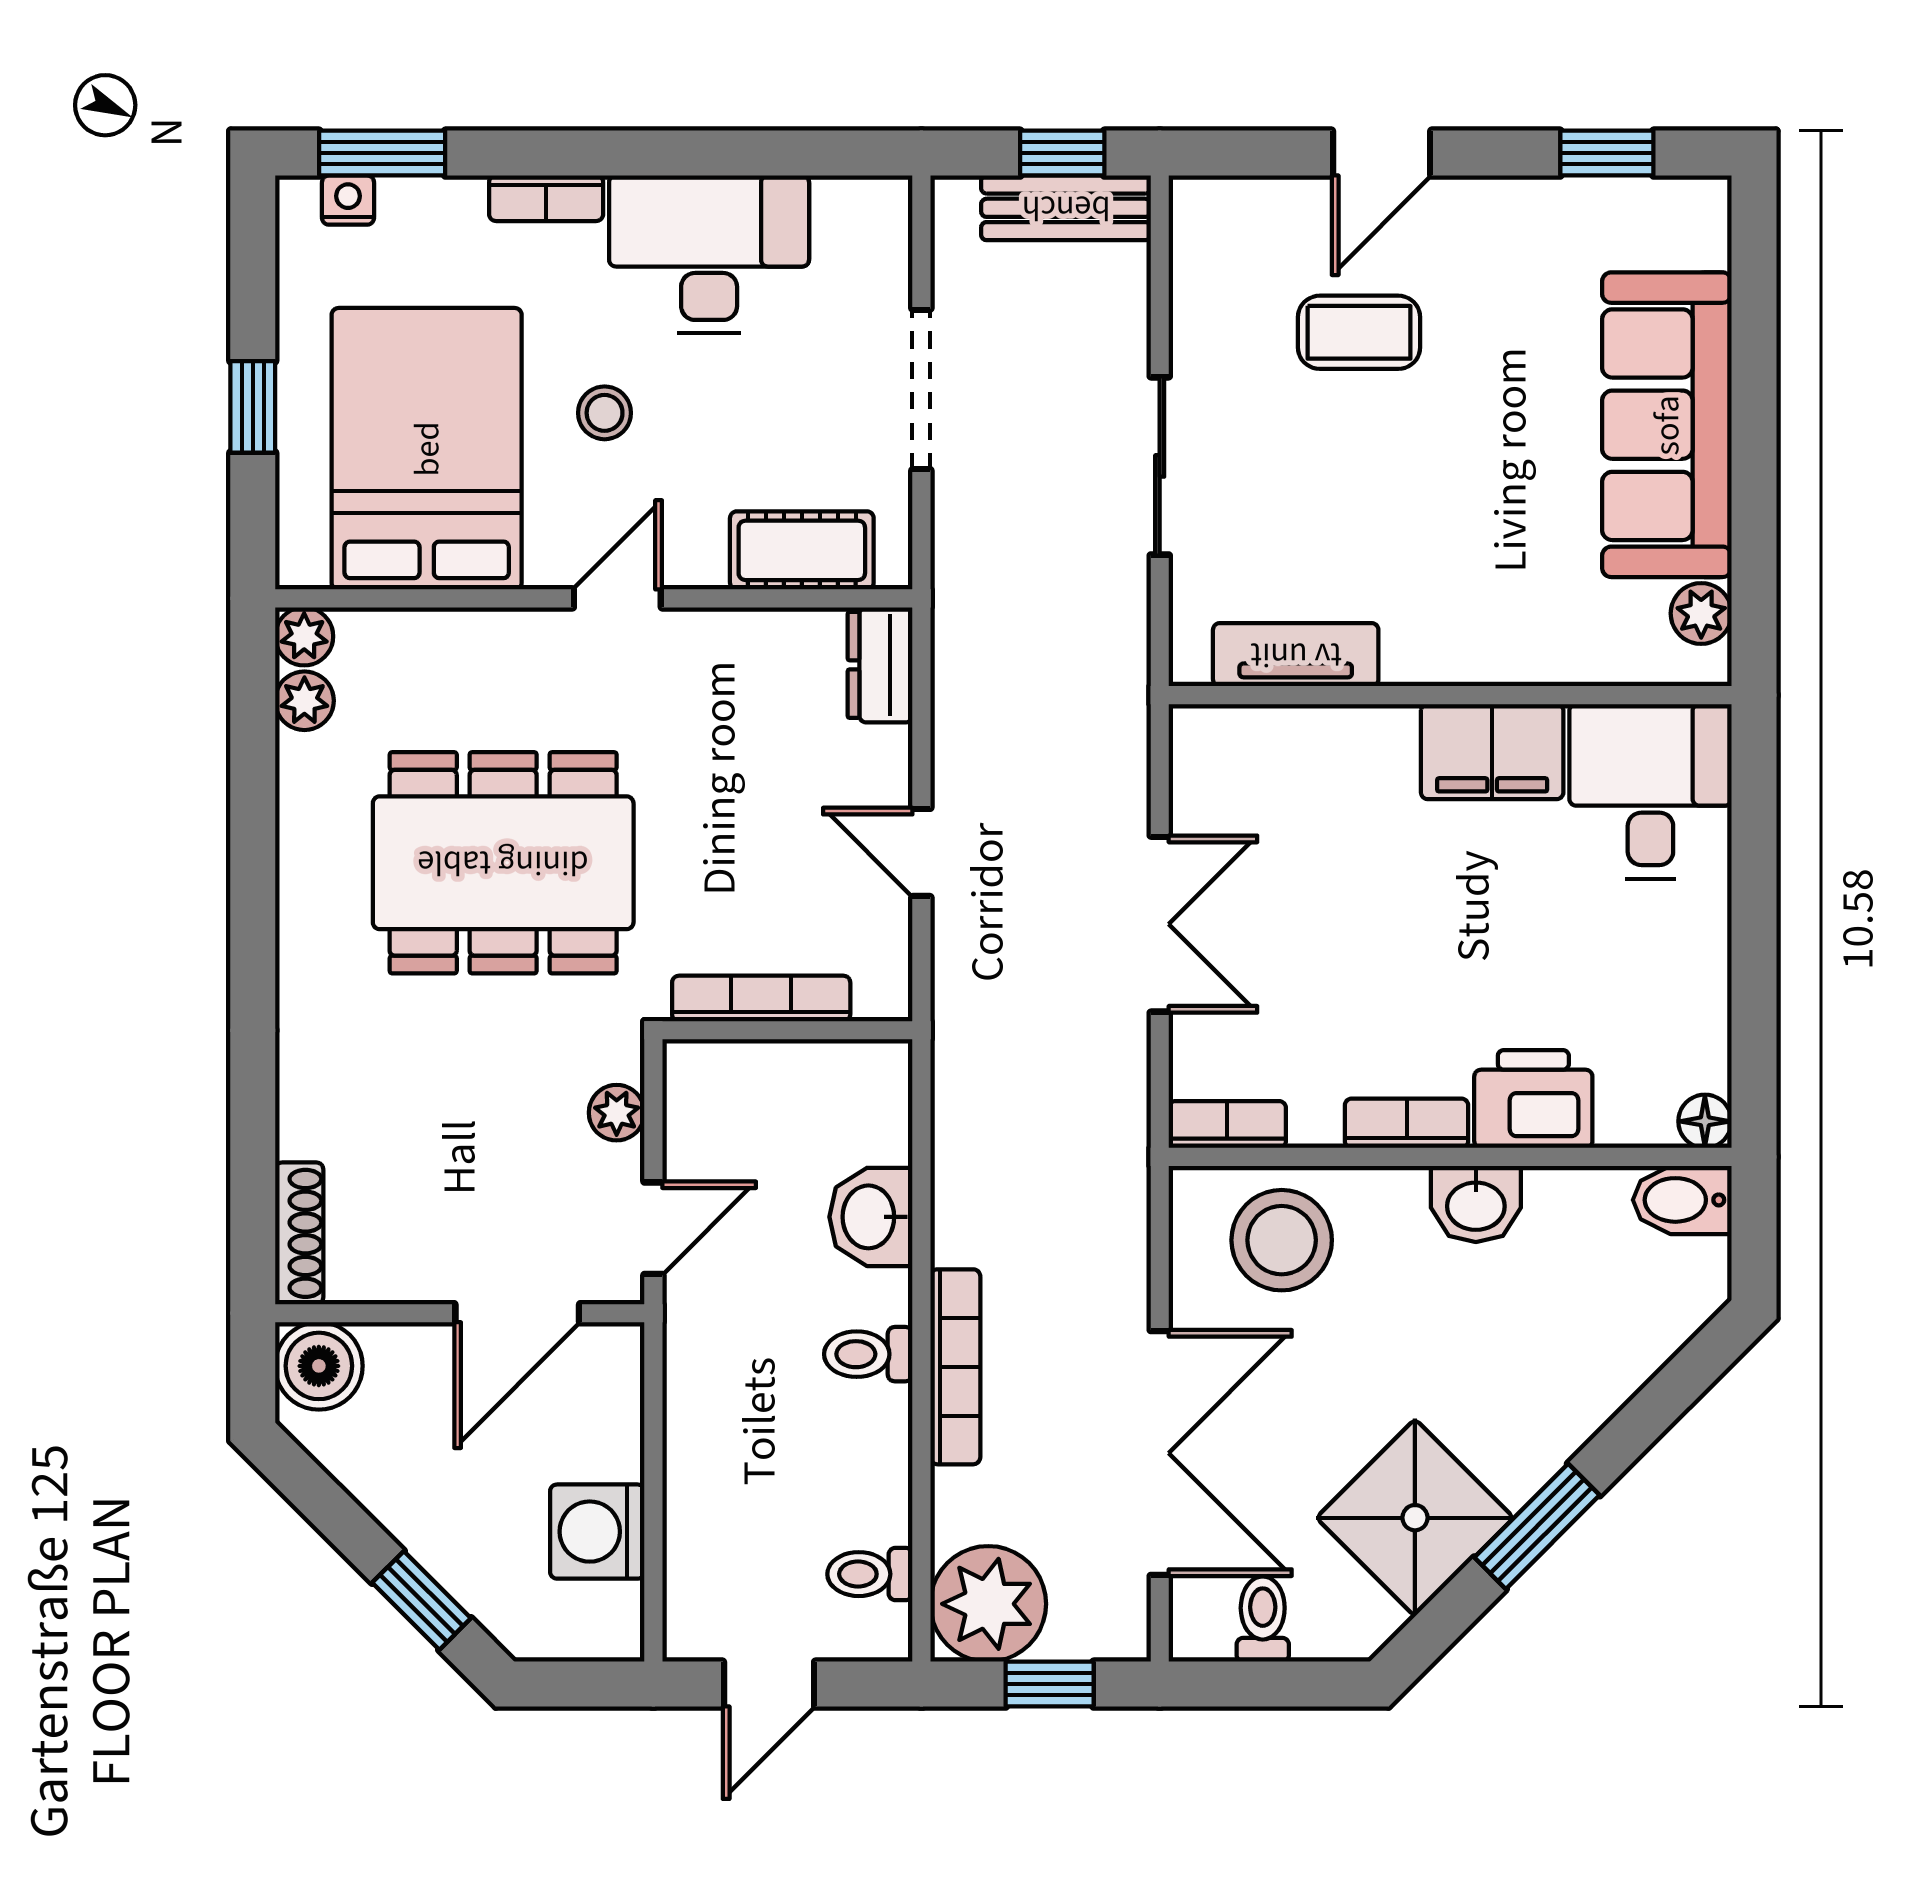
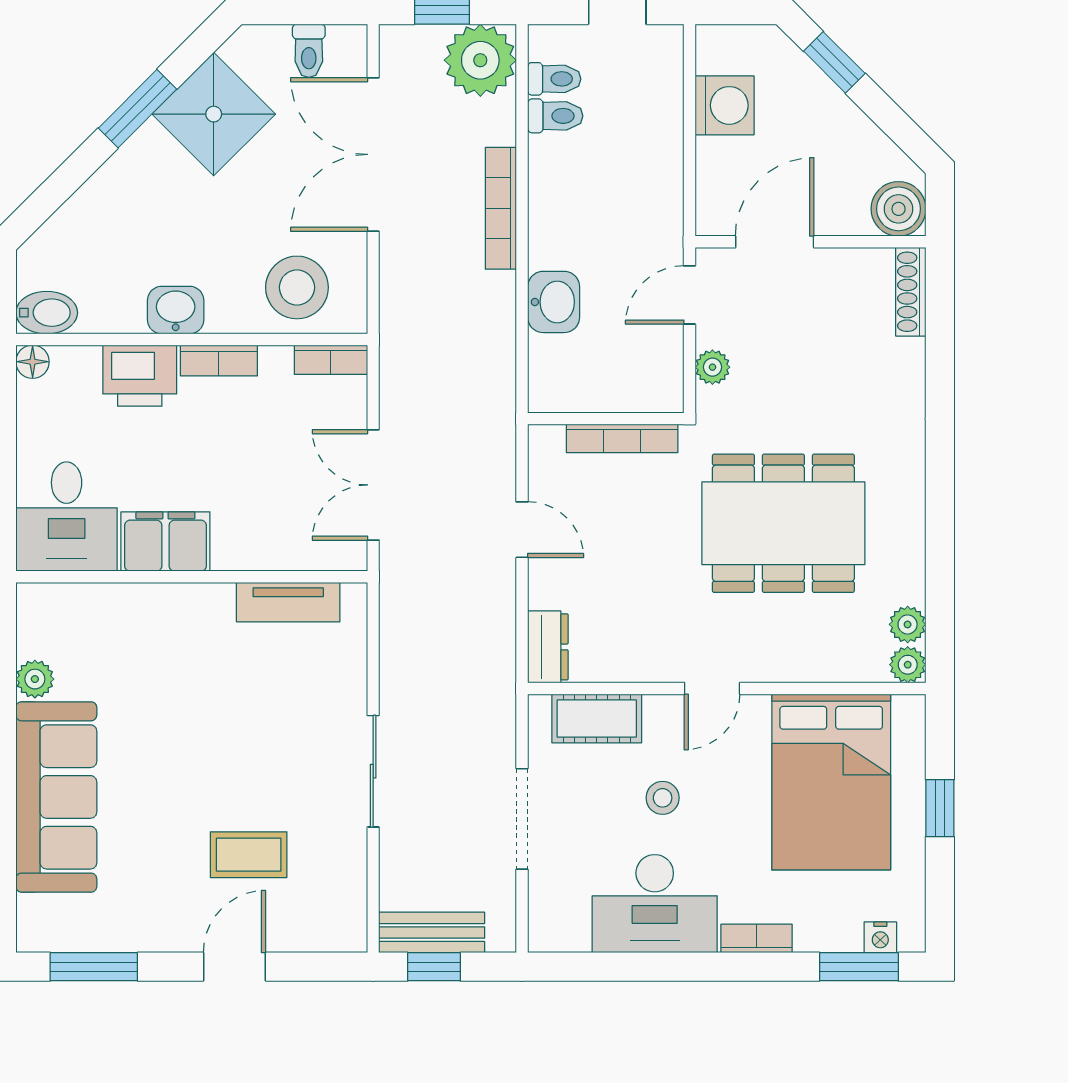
window: (1607, 153) -> (94, 967), width x1.50
stool: (605, 413) -> (663, 798), moved
tv unit: (1296, 655) -> (288, 602), moved
wall: (1450, 695) -> (192, 577), moved
filing cabinet: (1492, 752) -> (165, 542), moved
desk: (1650, 792) -> (67, 517), moved
toilet: (868, 1354) -> (555, 116), moved

